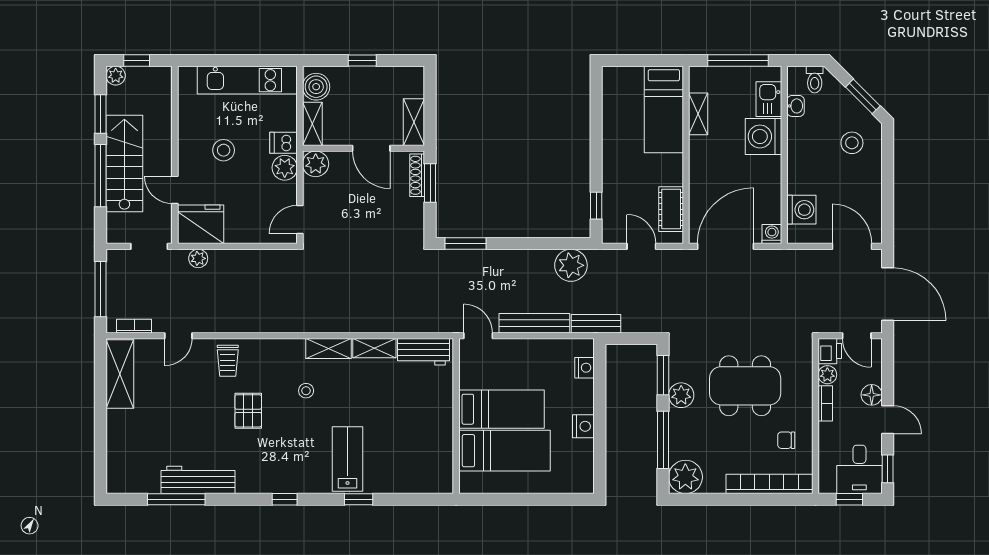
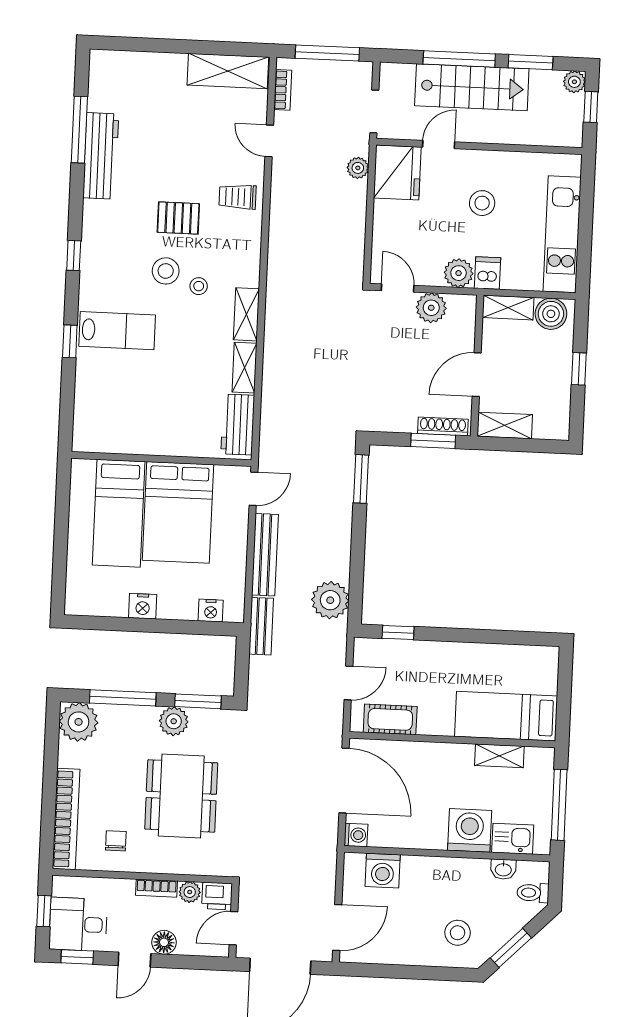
plant: (316, 164) -> (431, 308), moved
bed: (501, 409) -> (178, 512), width x1.50
stool: (294, 420) -> (166, 271), added

